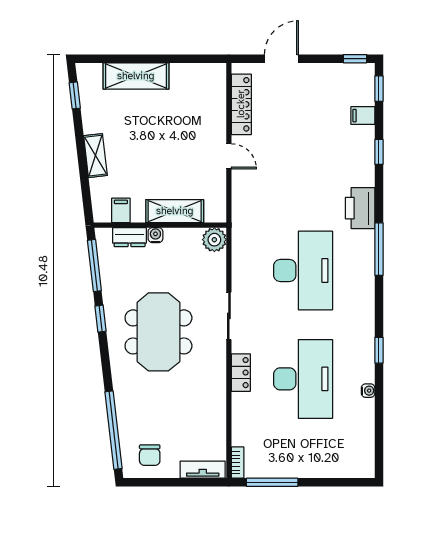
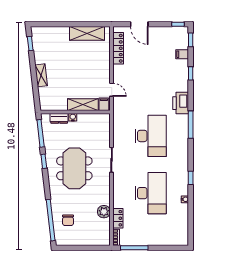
door: (281, 59) -> (139, 24), swing flipped
shelving: (136, 76) -> (87, 33), moved
door: (229, 156) -> (112, 90), moved
filing cabinet: (121, 210) -> (104, 104), moved
plant: (214, 240) -> (104, 212), moved
locker: (241, 373) -> (118, 218), moved
chair: (150, 455) -> (68, 220), moved
tv unit: (203, 470) -> (98, 241), removed

